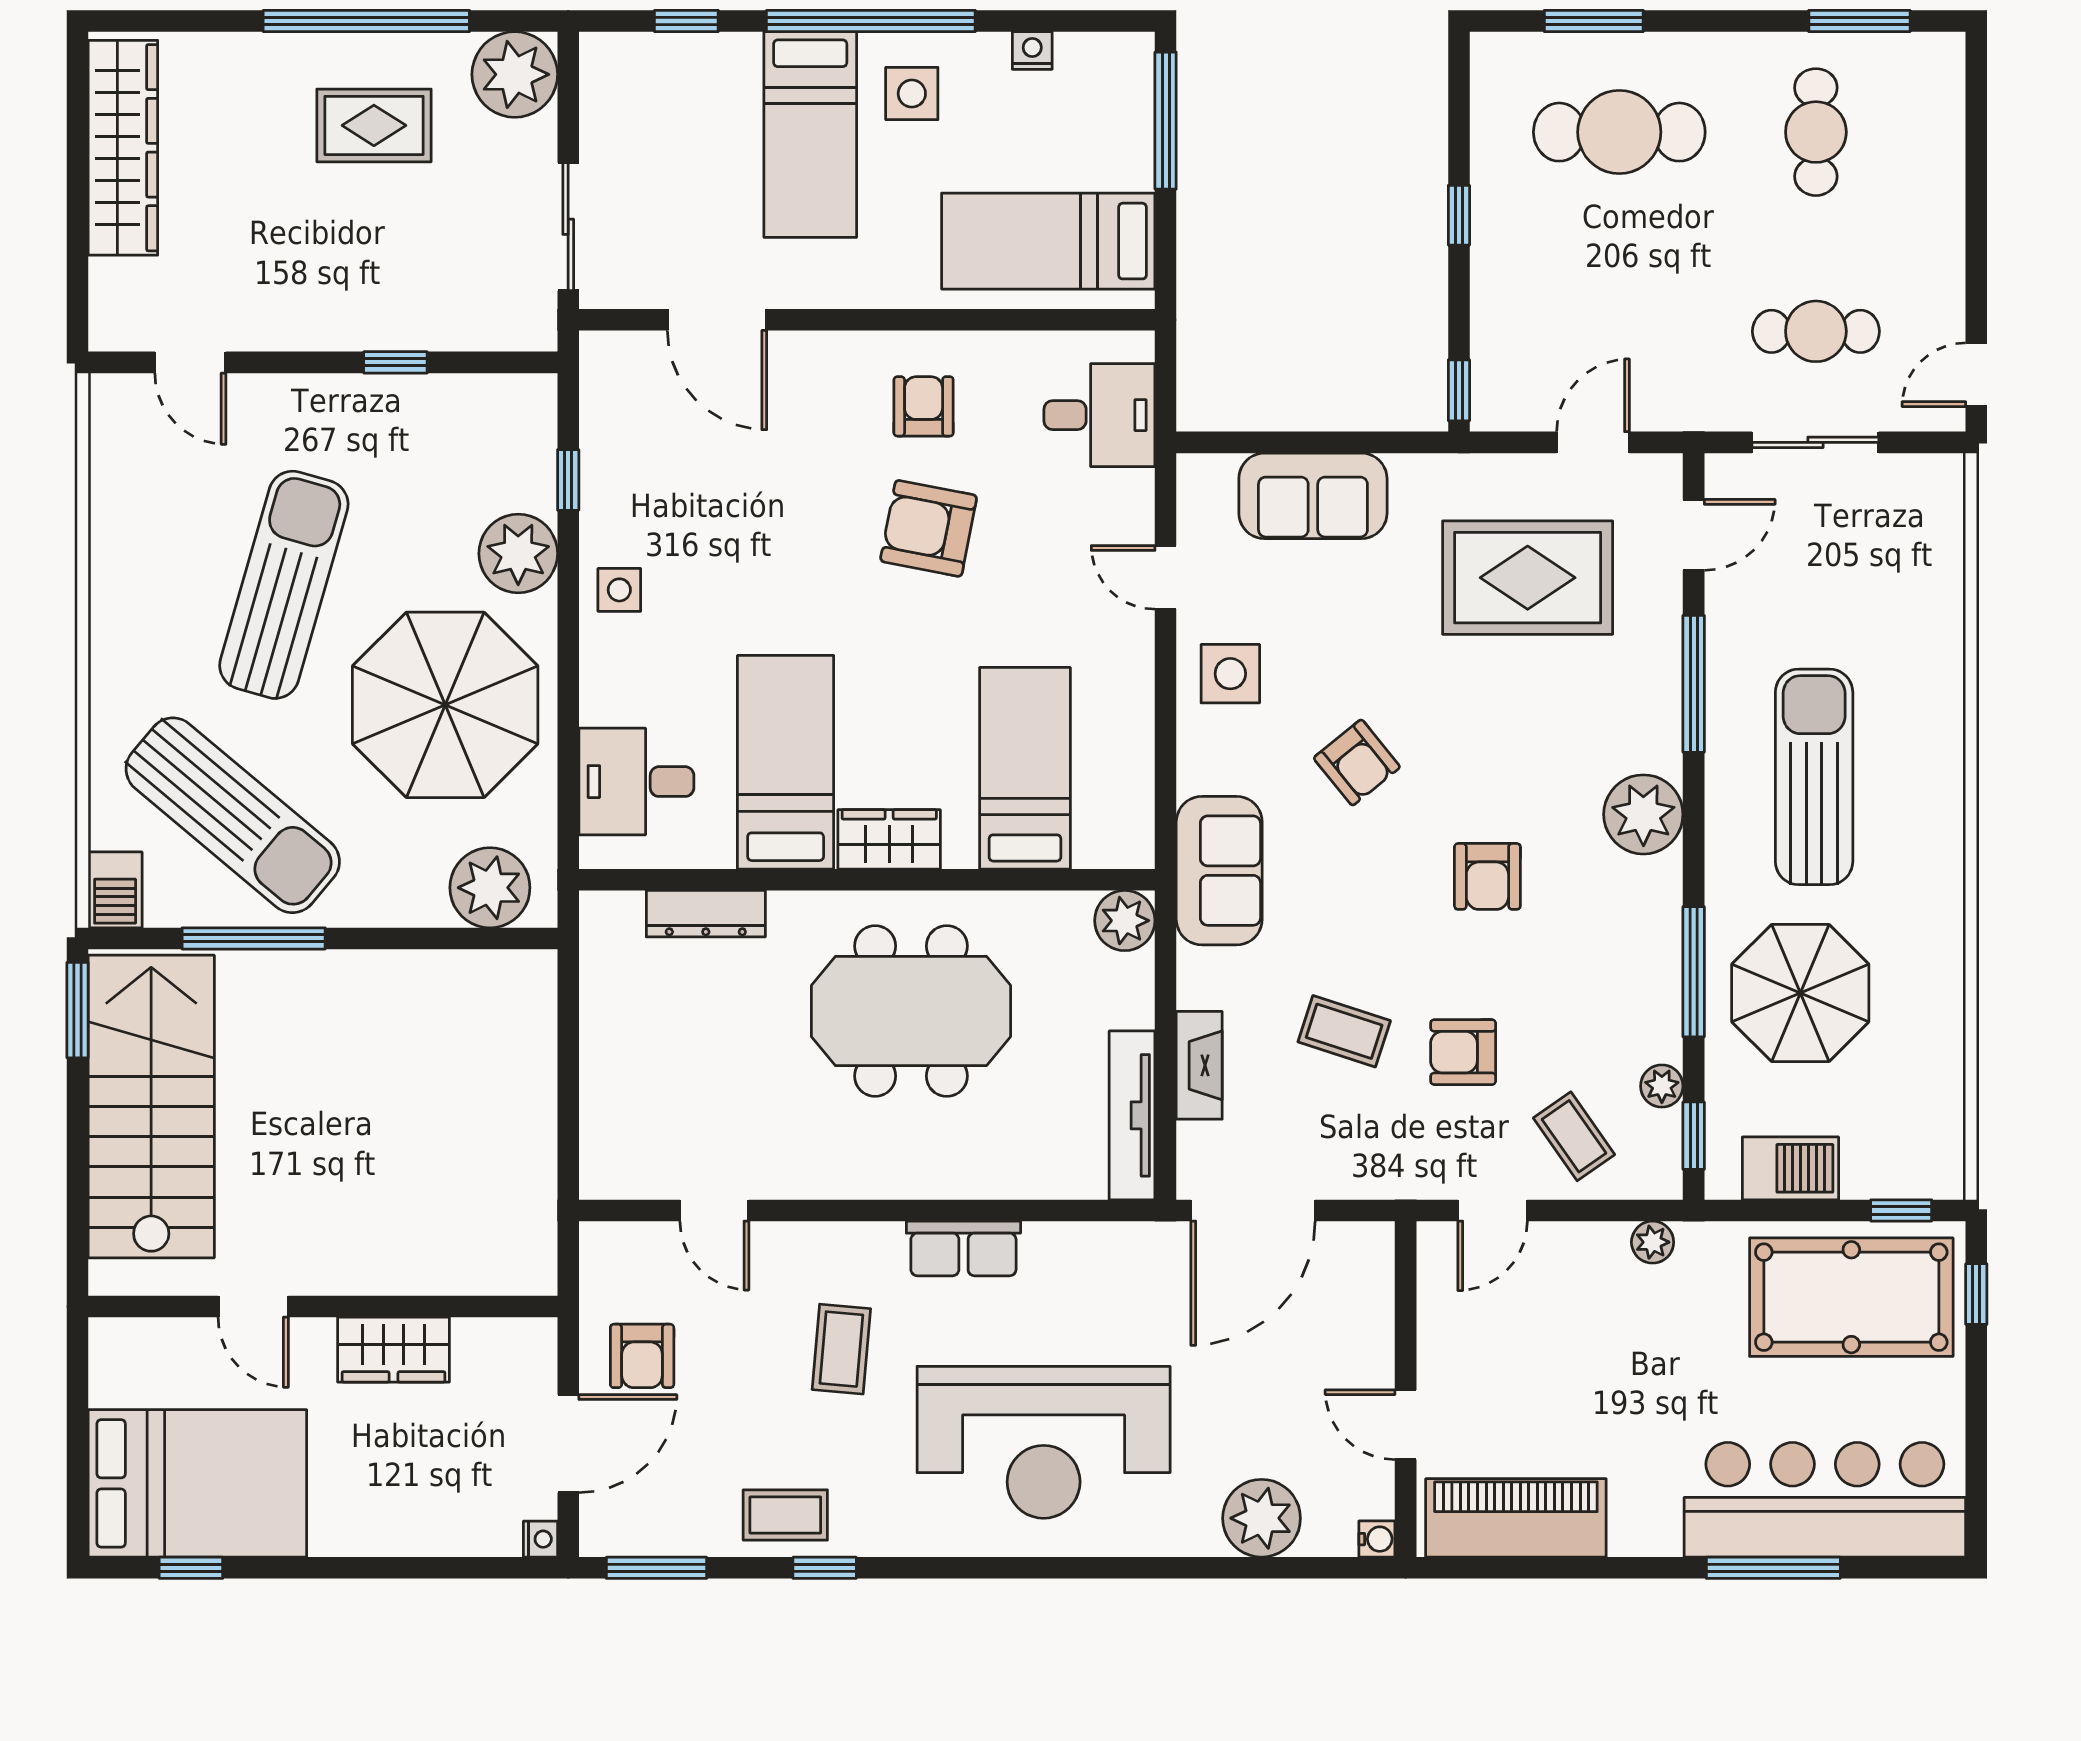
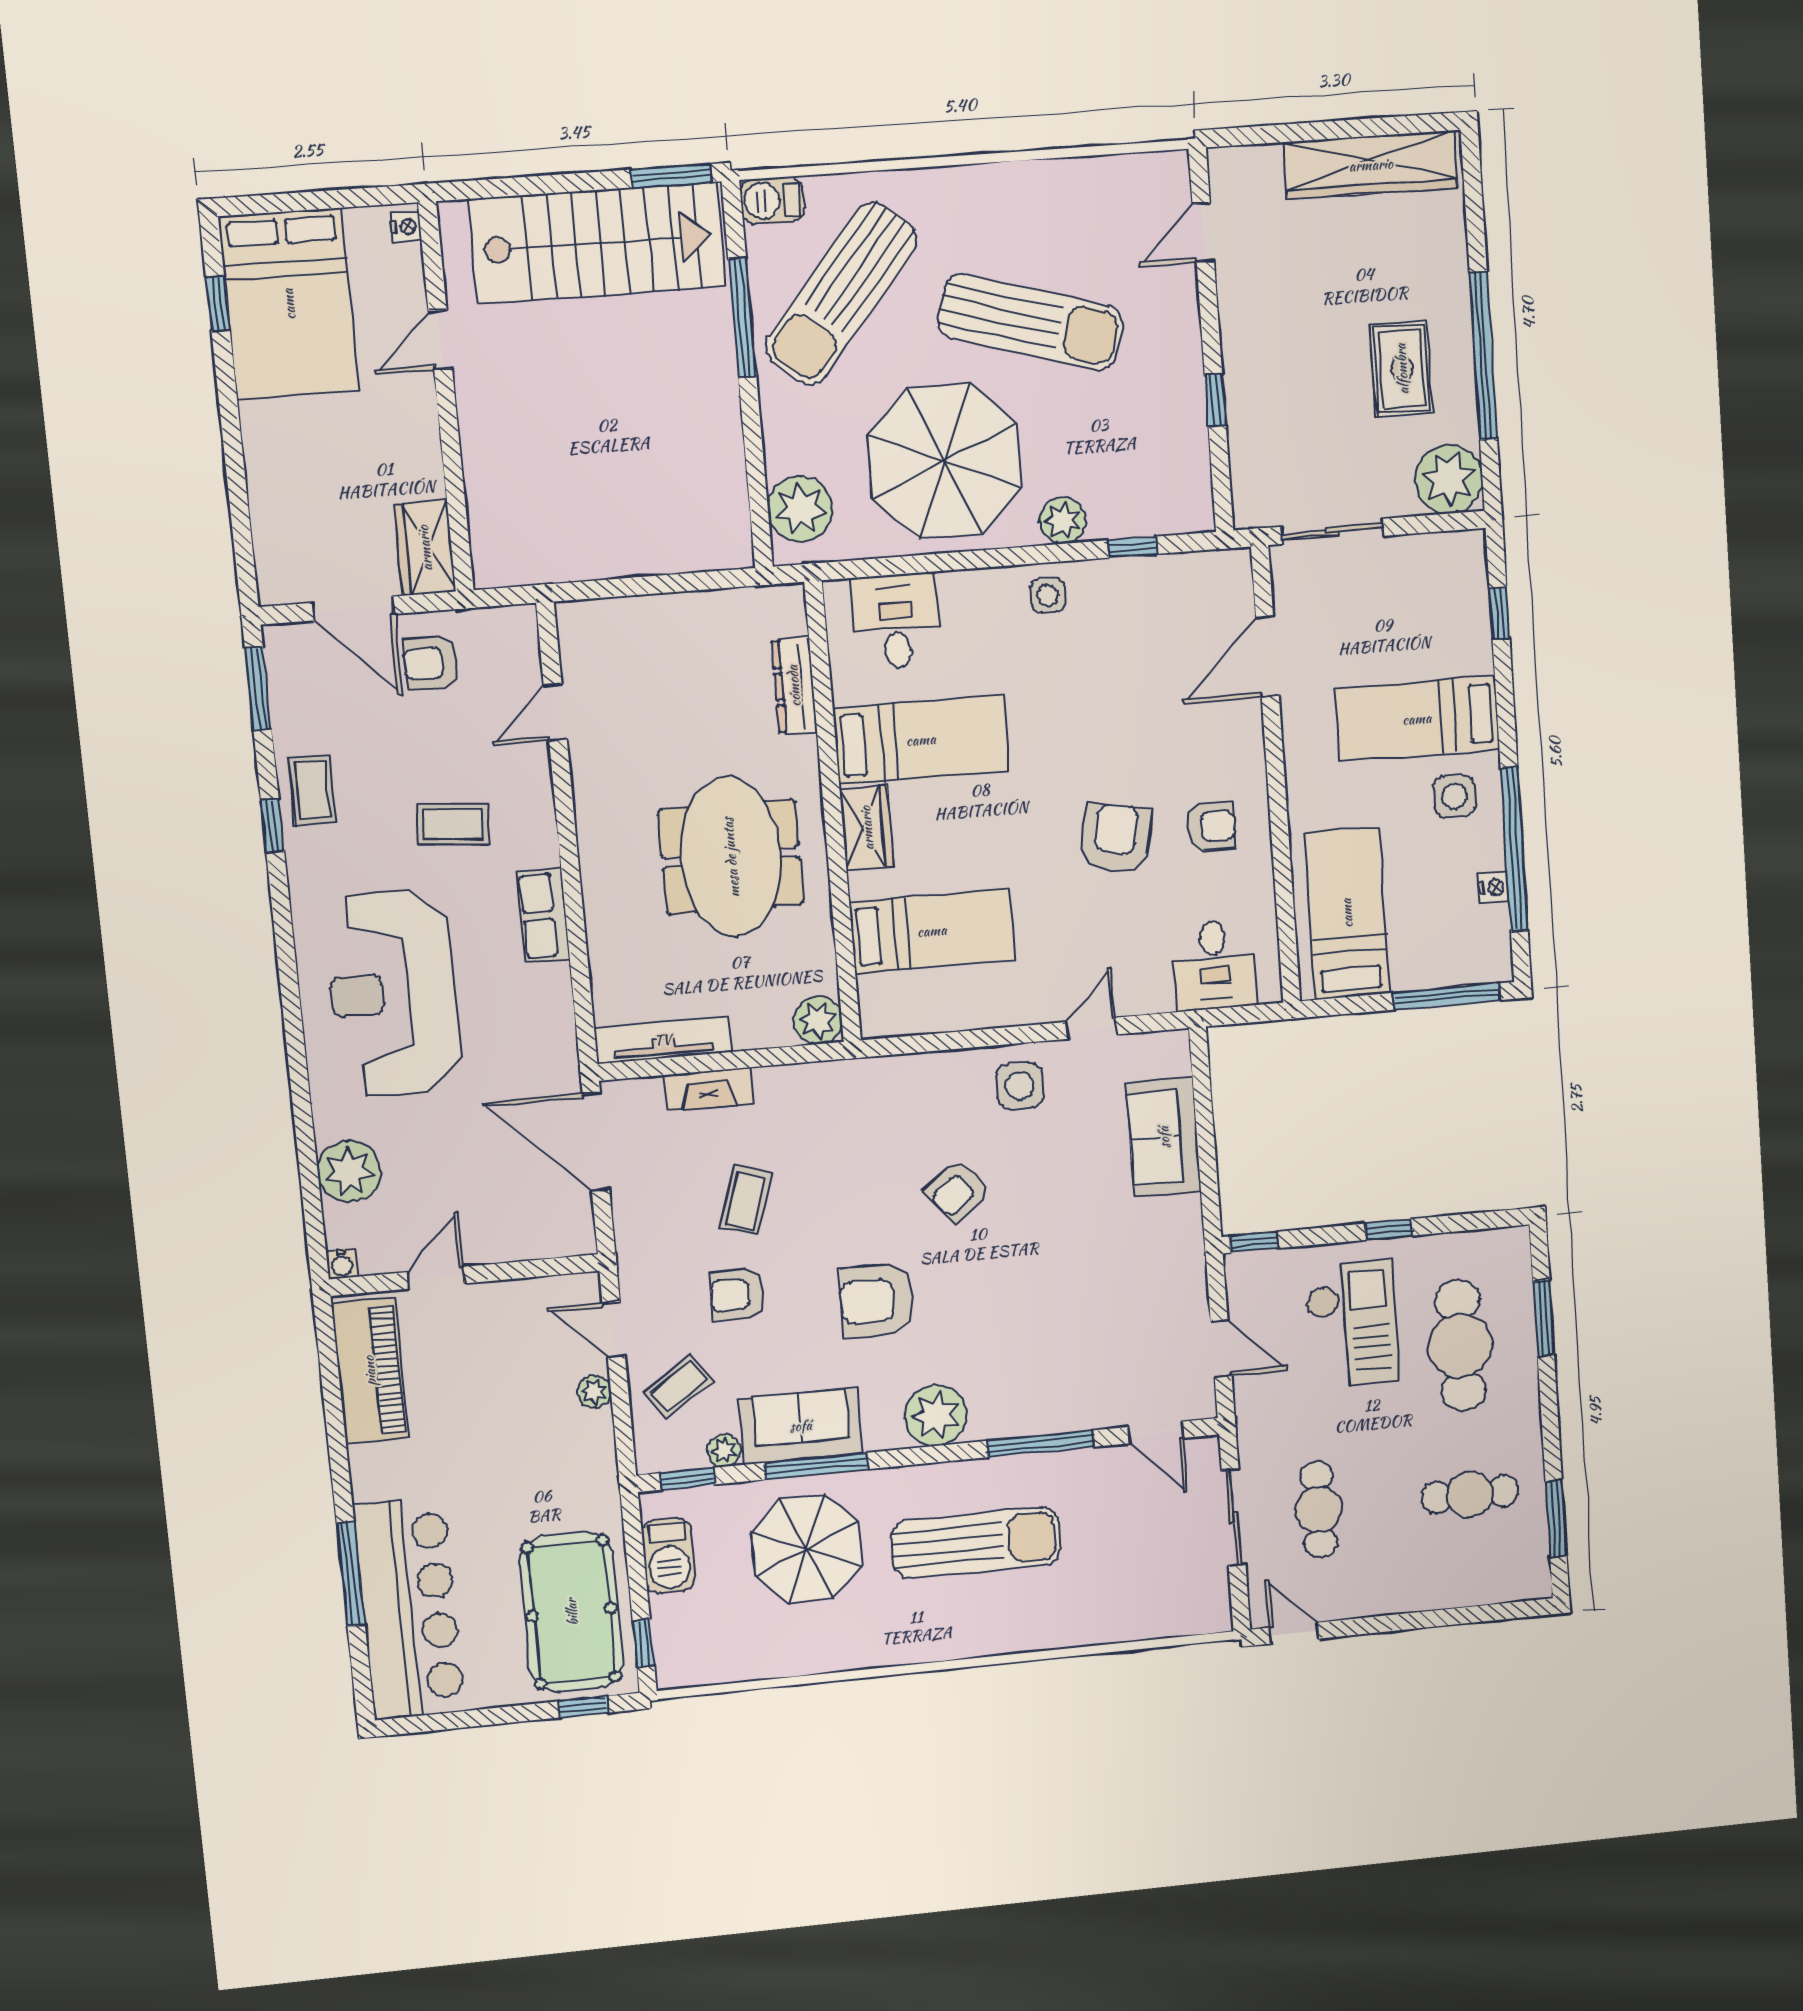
window: (871, 21) -> (1514, 849), moved
checkout: (1578, 271) -> (1352, 1324), added
plant: (518, 553) -> (1063, 520), width x0.73, depth x0.73
rug: (1528, 578) -> (1113, 1309), removed
sofa: (1219, 871) -> (801, 1426), moved, turned 180
armchair: (1487, 876) -> (877, 1300), width x1.38, depth x1.38
armchair: (1463, 1052) -> (737, 1295), turned -90
plant: (1653, 1242) -> (594, 1391), moved
wardrobe: (394, 1350) -> (425, 548), moved
nightstand: (540, 1539) -> (406, 227), moved, turned -90

